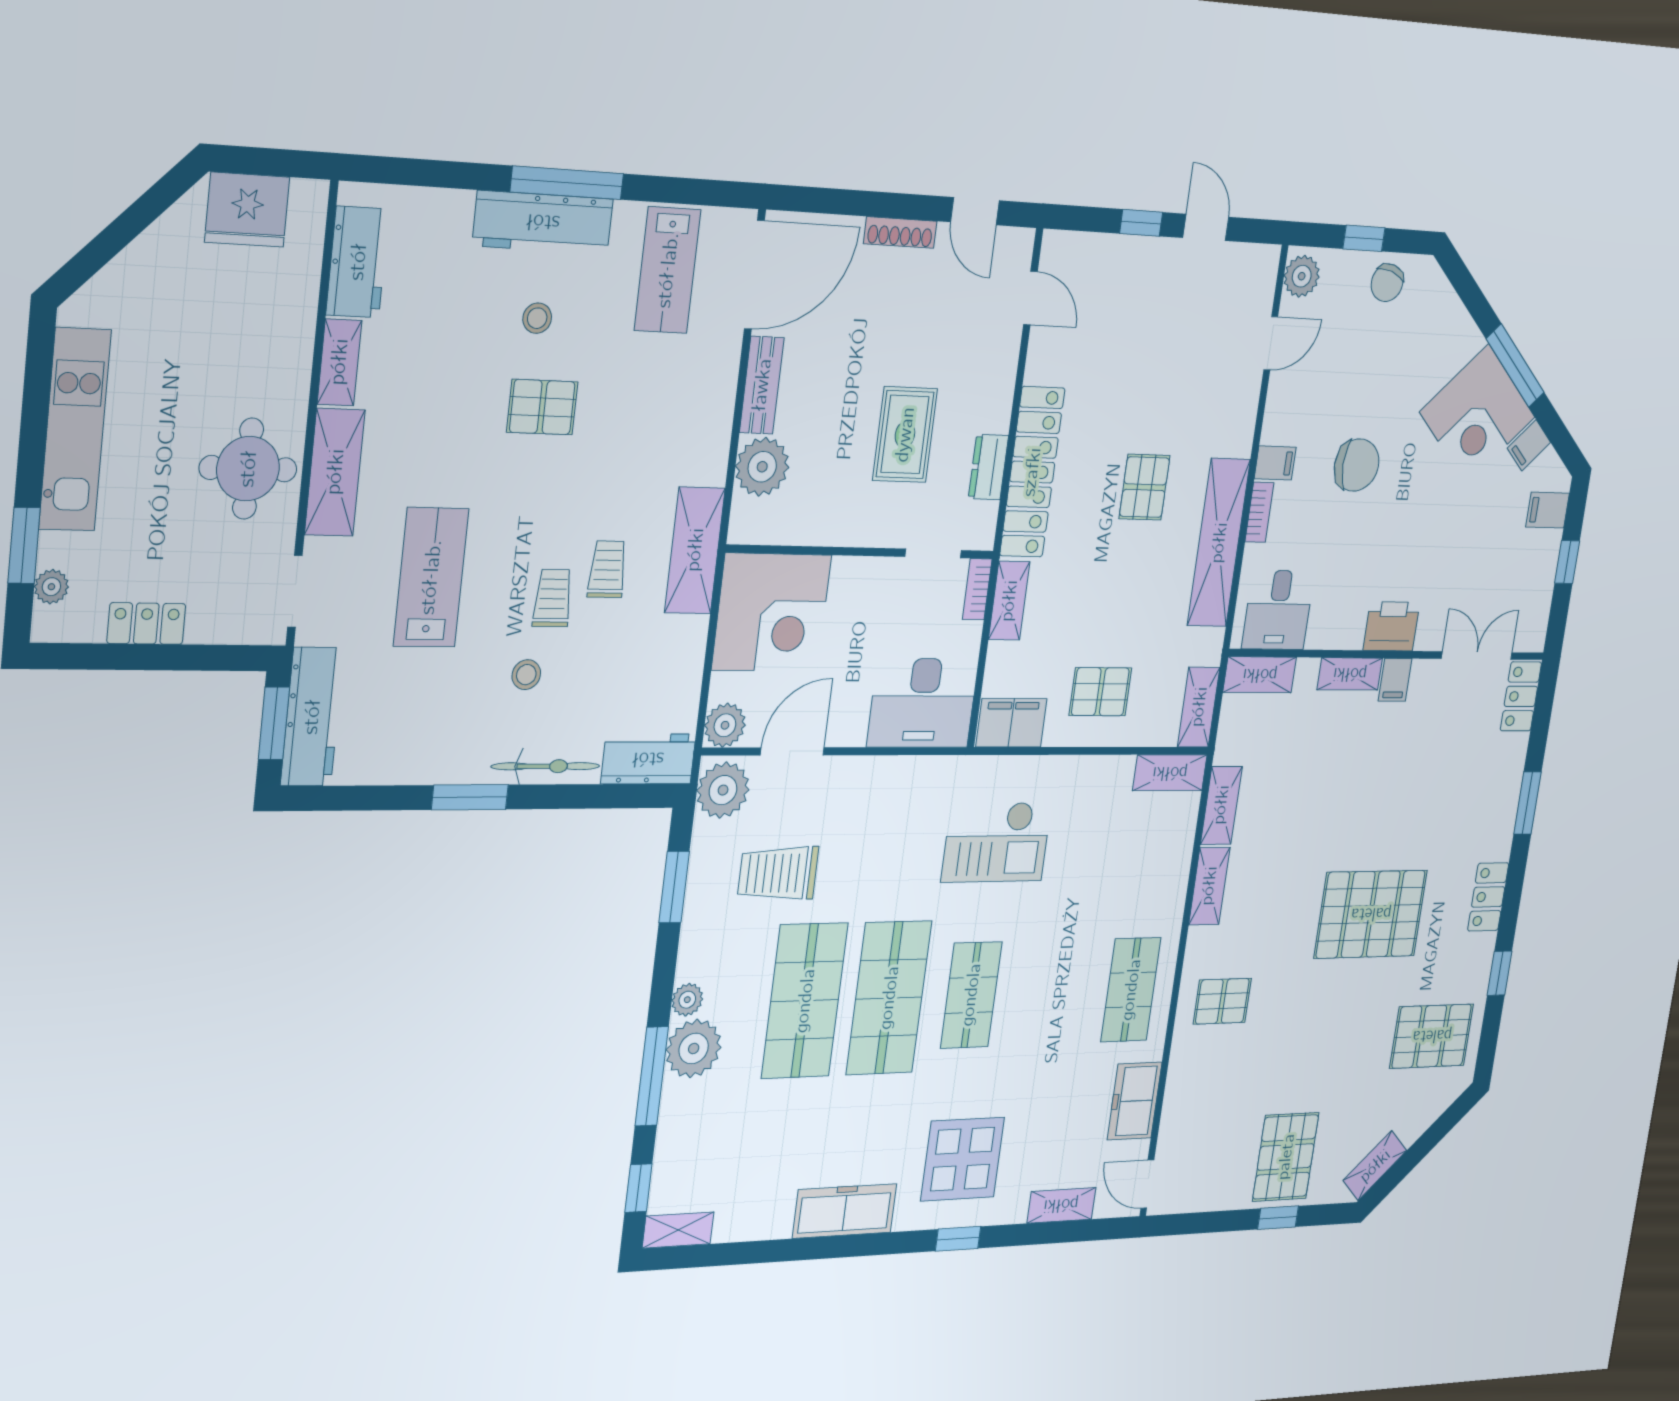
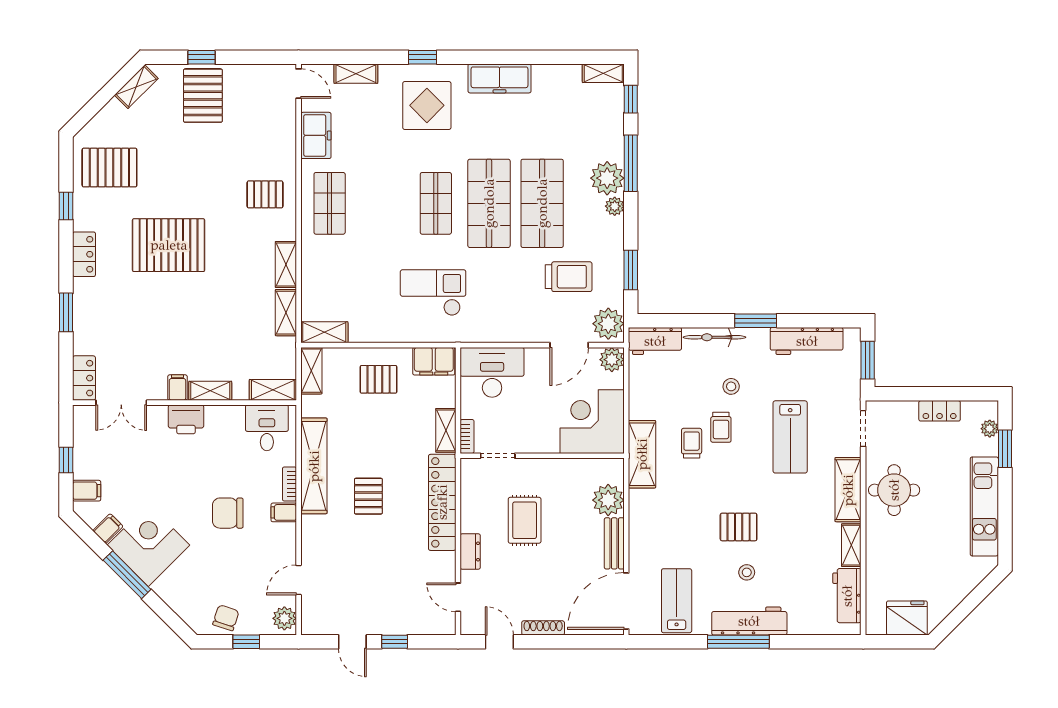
dresser: (988, 467) -> (470, 551), moved
trolley: (607, 569) -> (692, 443), turned 180
workbench: (312, 717) -> (807, 341), moved, turned -90

